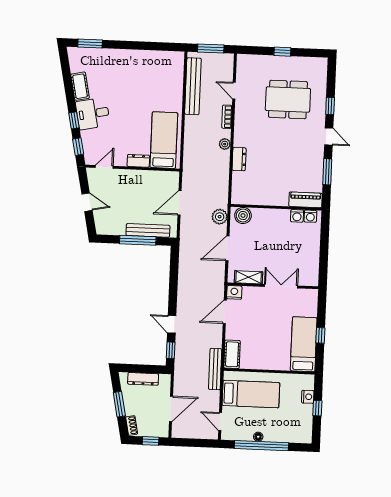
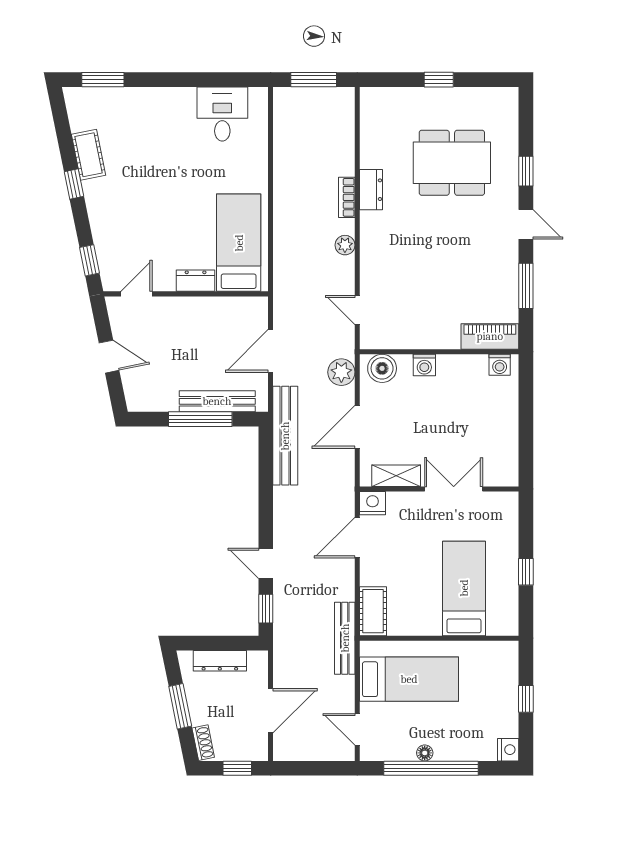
bench: (193, 86) -> (285, 436), moved
door: (234, 91) -> (357, 310), moved
desk: (93, 114) -> (222, 114), moved, turned 101
window: (74, 120) -> (74, 184), moved
dresser: (239, 159) -> (371, 190), moved
washing machine: (297, 216) -> (424, 365), moved
bed: (304, 344) -> (464, 588), moved
nightstand: (308, 397) -> (508, 750), moved

